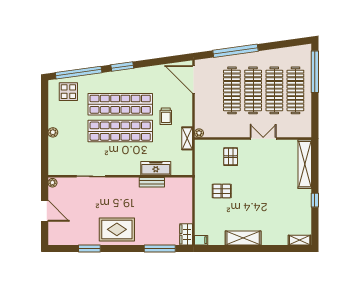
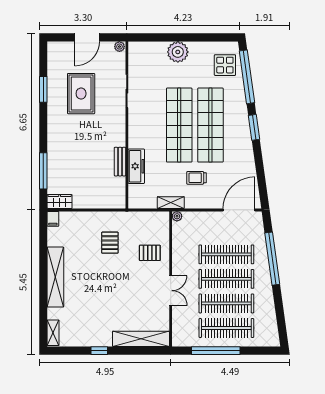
window: (315, 72) -> (216, 351), moved
plant: (53, 132) -> (178, 52), width x1.88, depth x1.88
rug: (117, 229) -> (81, 94), moved
shelving: (243, 238) -> (55, 277), width x1.47

